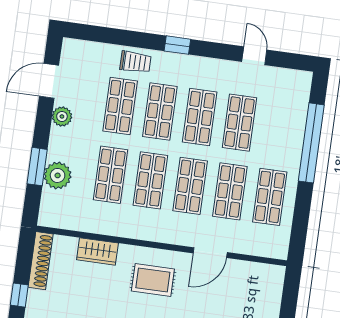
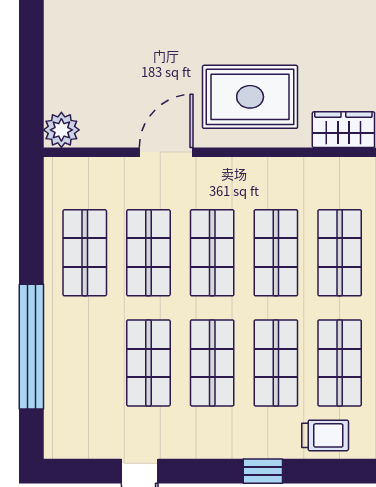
trolley: (135, 62) -> (325, 435), turned 180
plant: (274, 276) -> (61, 130), added
rug: (153, 280) -> (250, 97), width x1.36, depth x1.43

